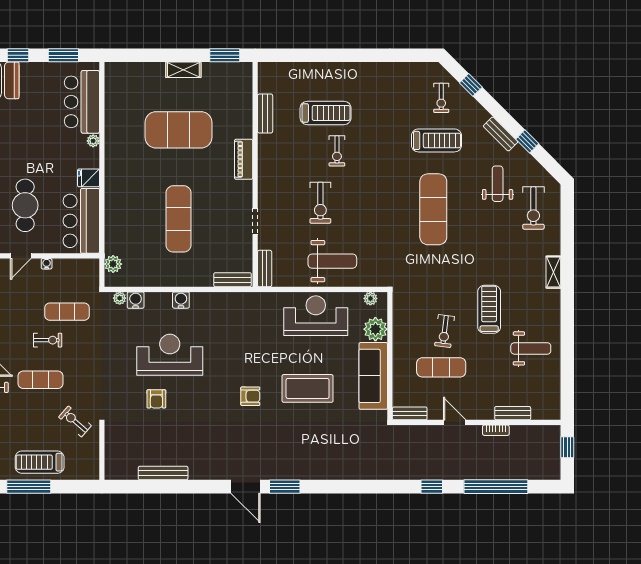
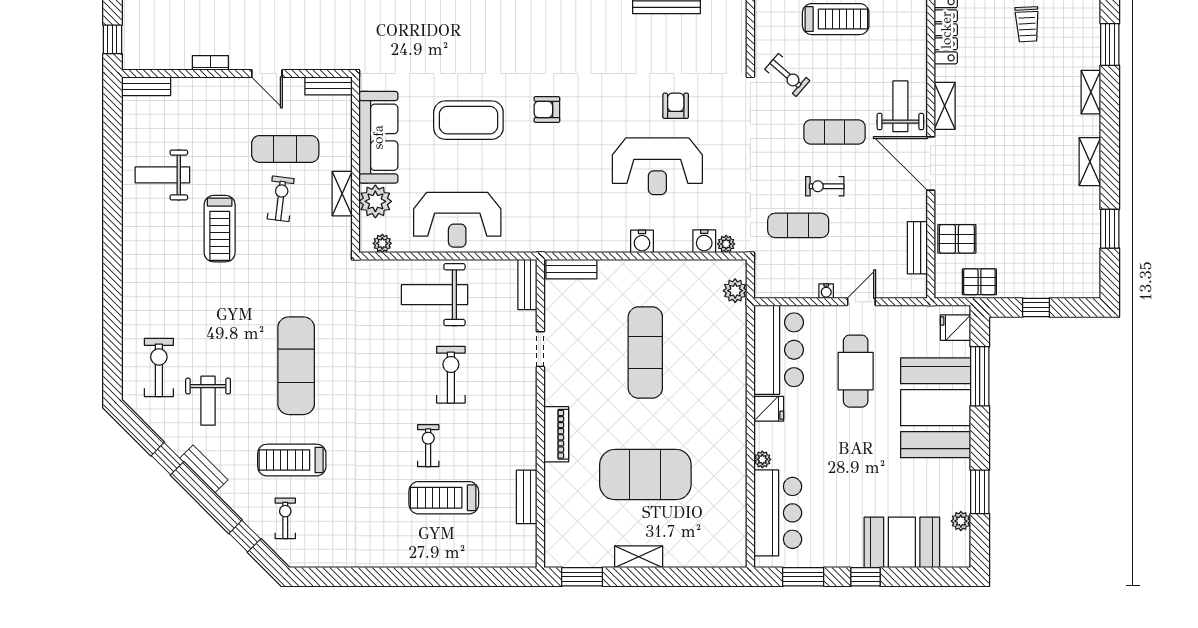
shelving: (553, 272) -> (342, 194), moved
bench: (513, 413) -> (146, 86), moved

